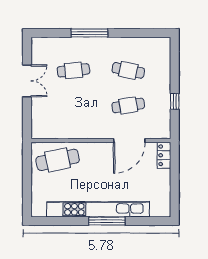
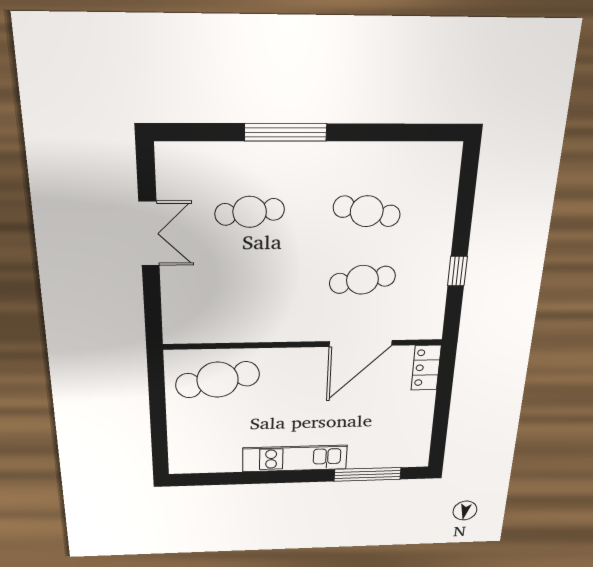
kitchen unit: (98, 209) -> (295, 458), width x0.54
window: (107, 221) -> (368, 474), moved

